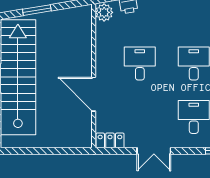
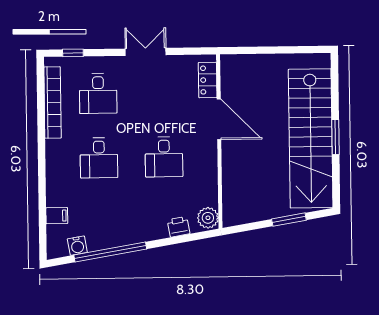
locker: (110, 140) -> (208, 80), moved, turned 90

